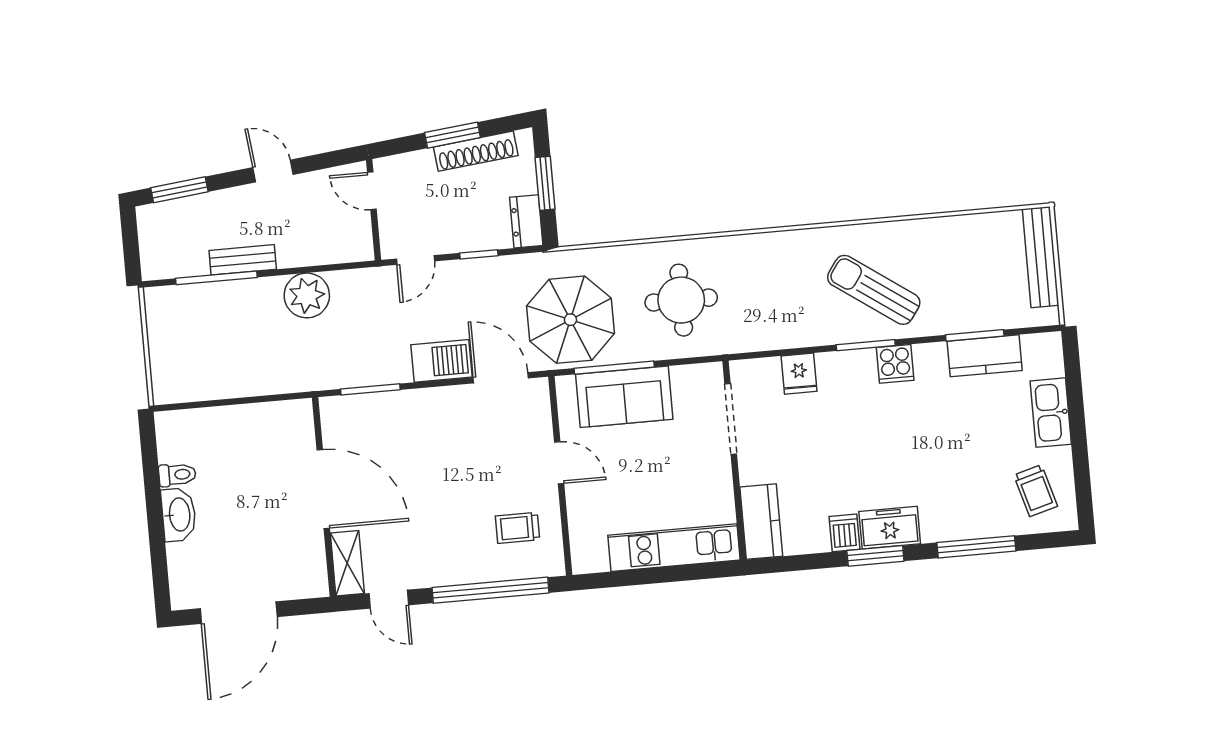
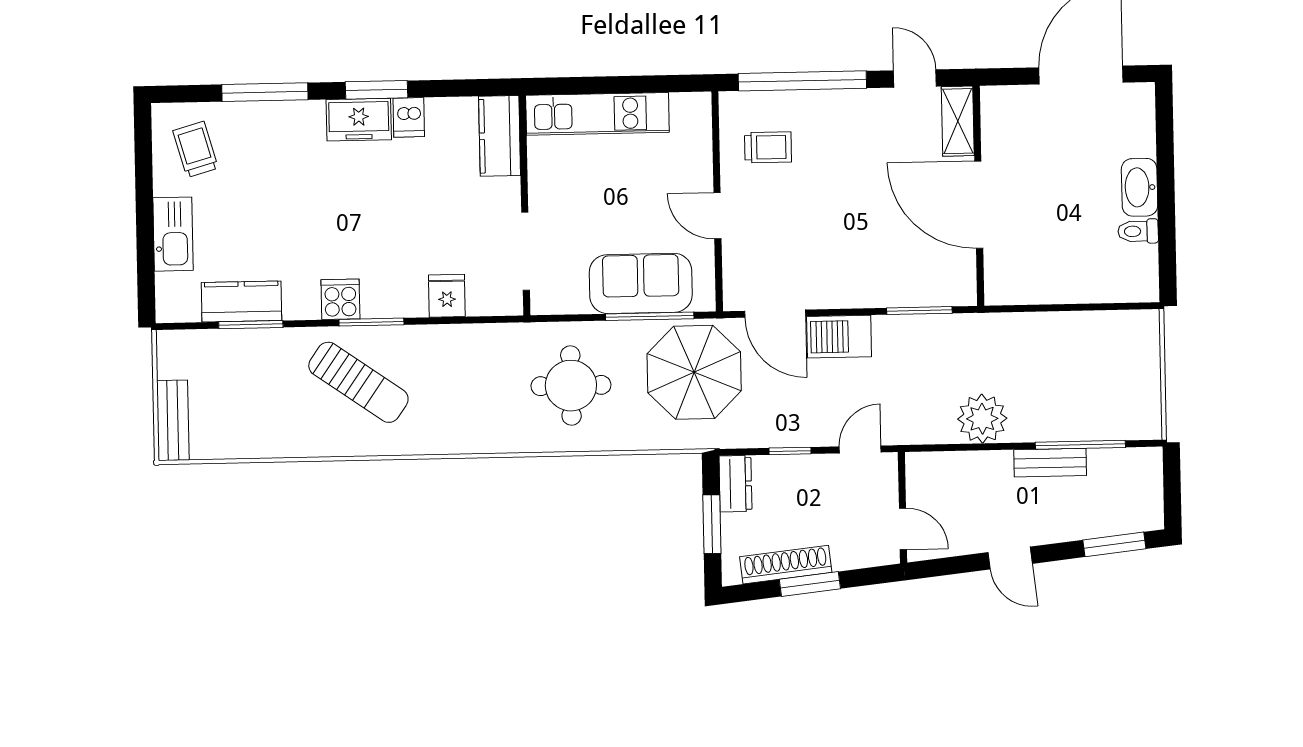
bench: (1041, 257) -> (173, 420), width x0.73

